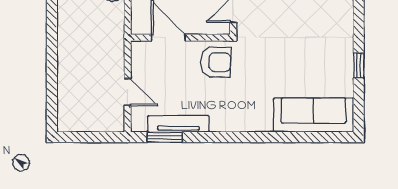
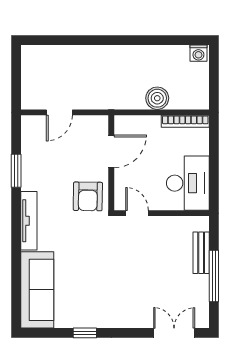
tv unit: (178, 124) -> (29, 221), moved
window: (165, 137) -> (16, 171), moved

